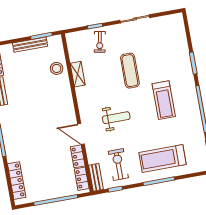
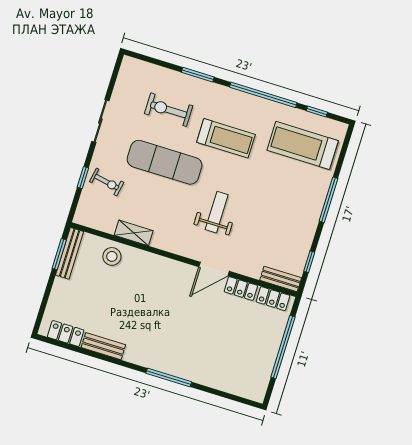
bench: (30, 45) -> (70, 253), moved
exercise mat: (130, 71) -> (165, 162), width x1.36, depth x1.45
treadmill: (162, 158) -> (303, 145), moved, turned 90
exercise bike: (118, 164) -> (169, 110), moved
locker: (17, 181) -> (231, 385), removed

